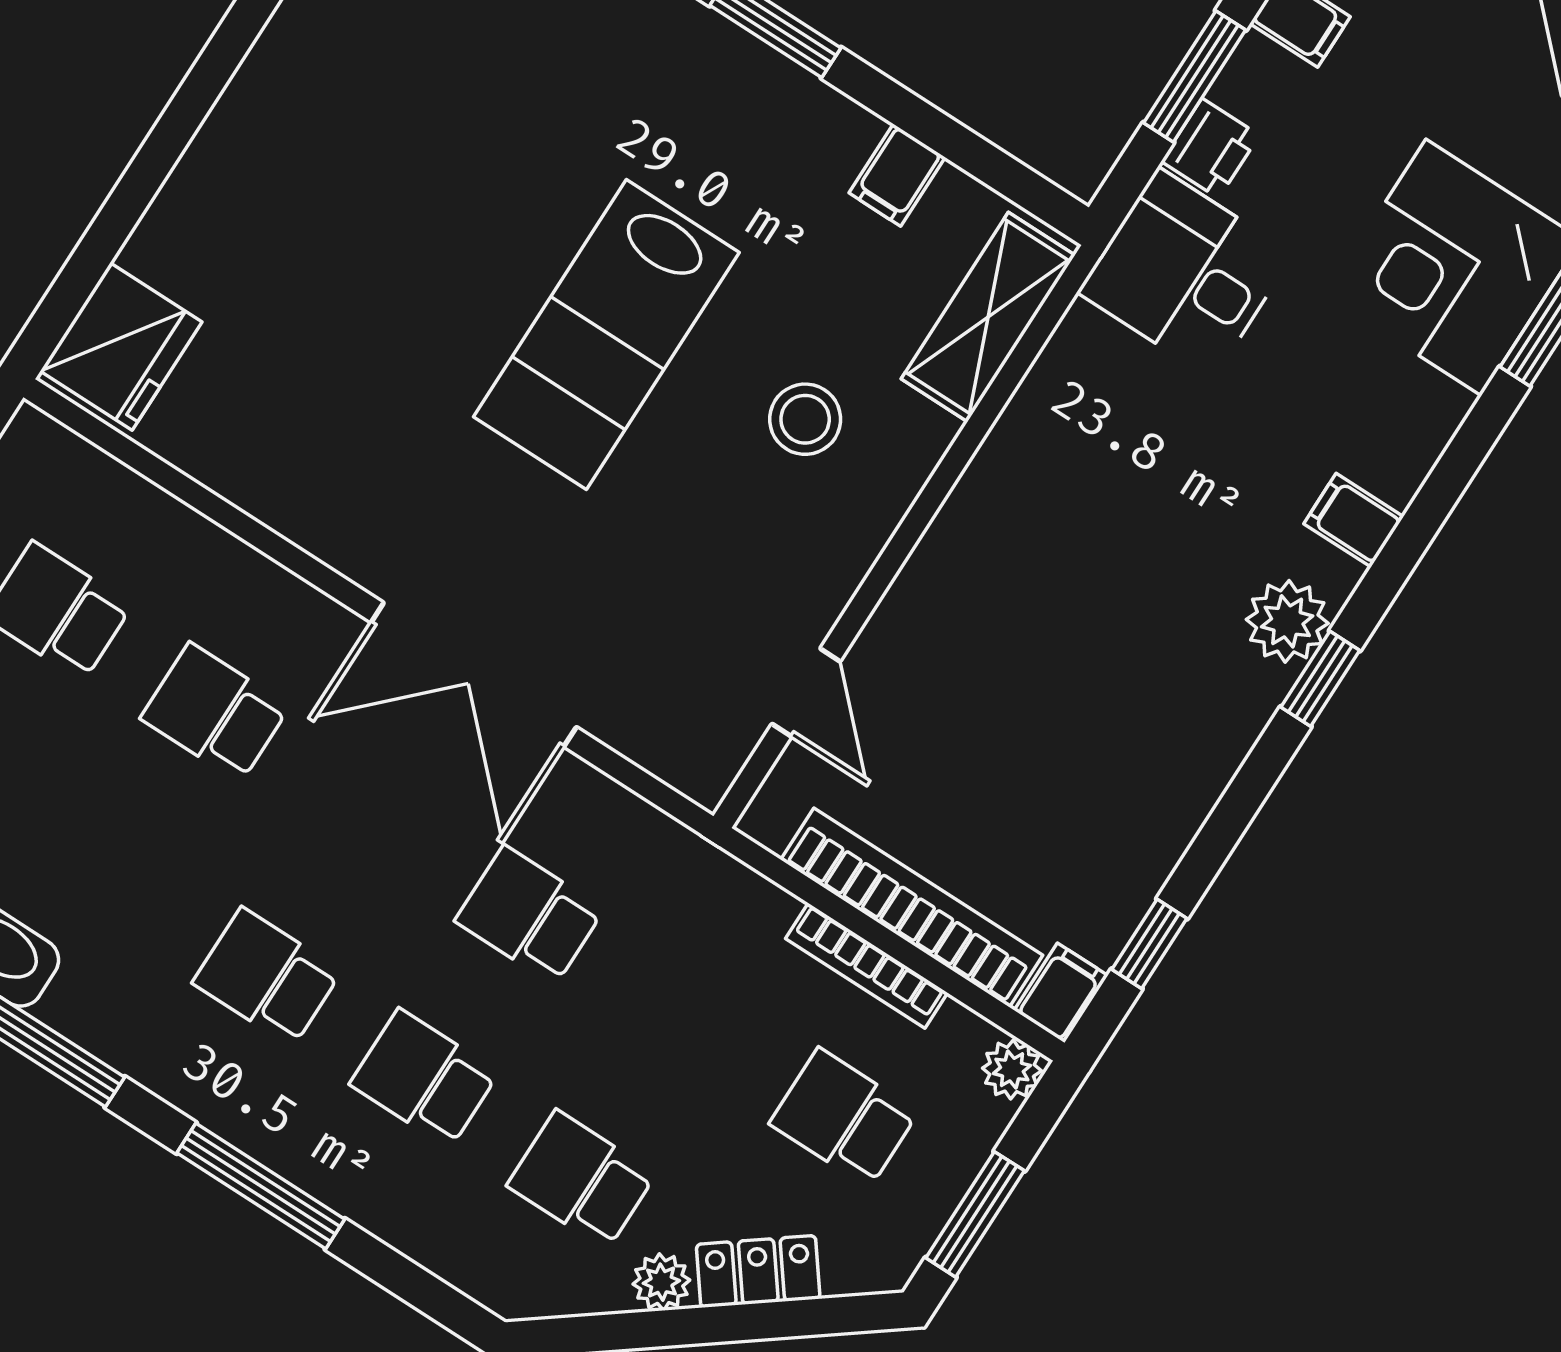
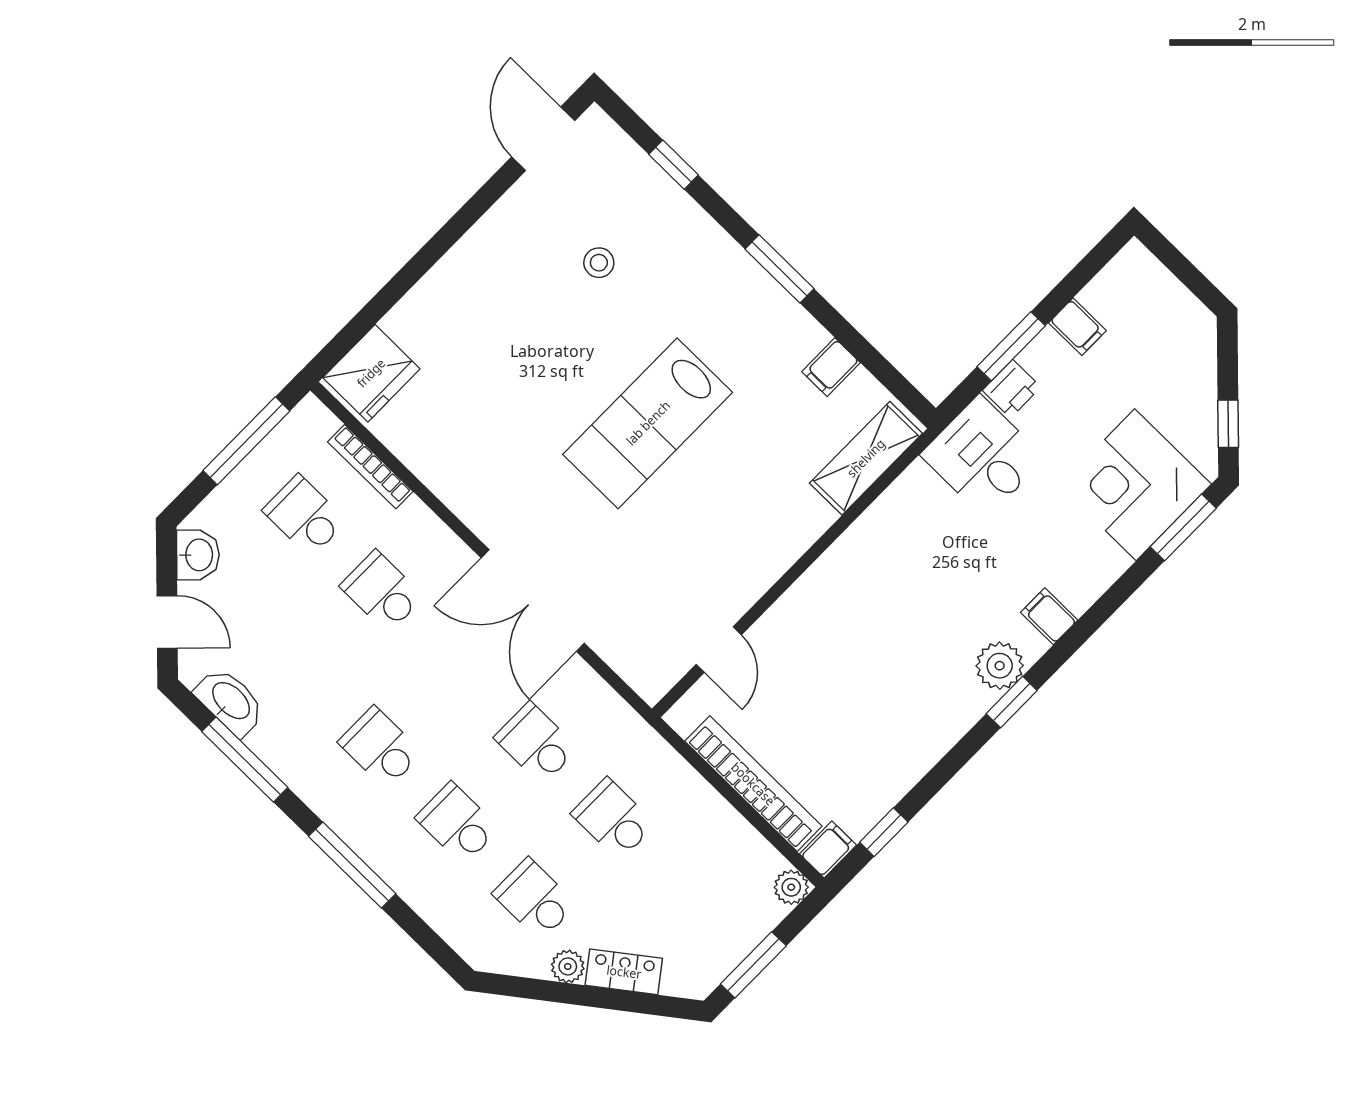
stool: (805, 419) -> (599, 263), moved, width x0.73, depth x0.73
bookcase: (867, 966) -> (370, 467), moved
school desk: (844, 1118) -> (613, 819), moved

